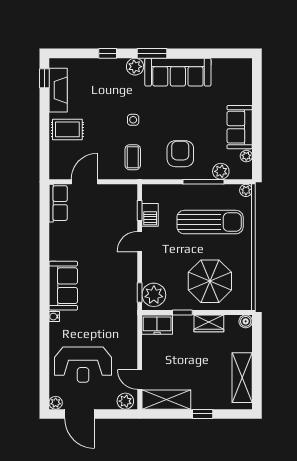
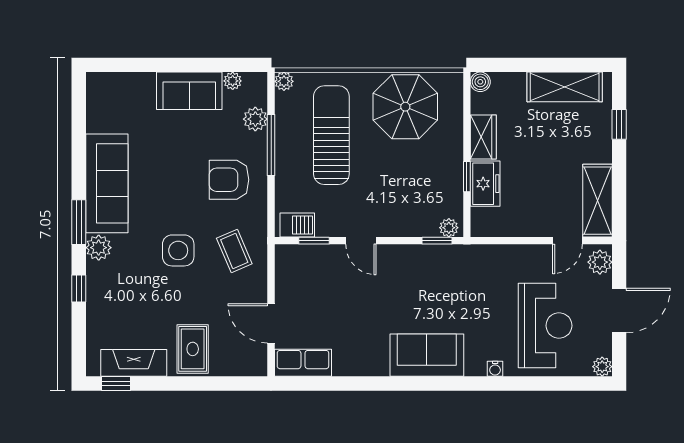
side table: (133, 120) -> (178, 250), width x1.87, depth x1.87
coffee table: (133, 157) -> (234, 251), turned 67
barbecue: (150, 215) -> (297, 225), moved
parasol: (210, 281) -> (405, 107), moved
plant: (154, 295) -> (449, 228), width x0.53, depth x0.53
water cooler: (54, 317) -> (495, 369), moved
freezer: (157, 325) -> (485, 184), moved
door: (79, 414) -> (619, 311), moved
window: (203, 414) -> (619, 124), moved

